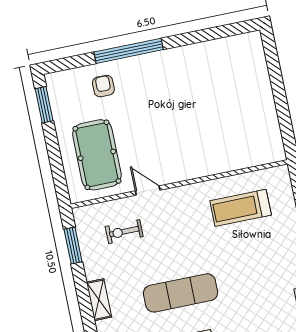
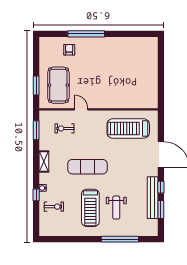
window: (44, 105) -> (36, 86), moved
treadmill: (241, 208) -> (128, 128), width x1.37, depth x1.38

